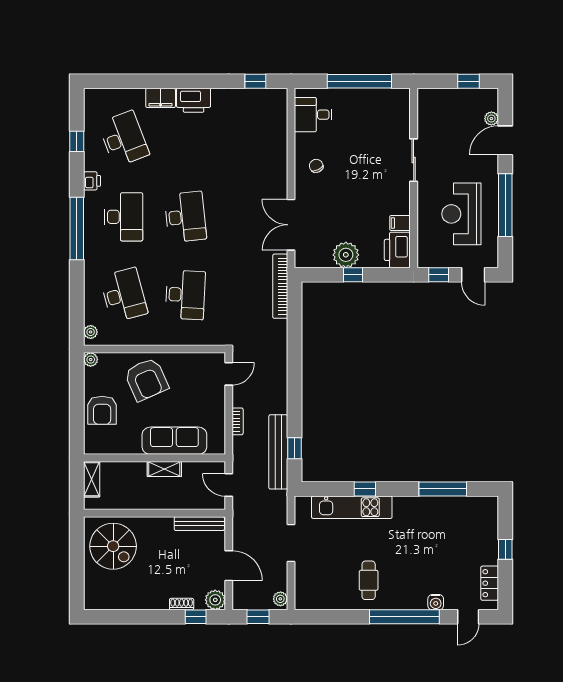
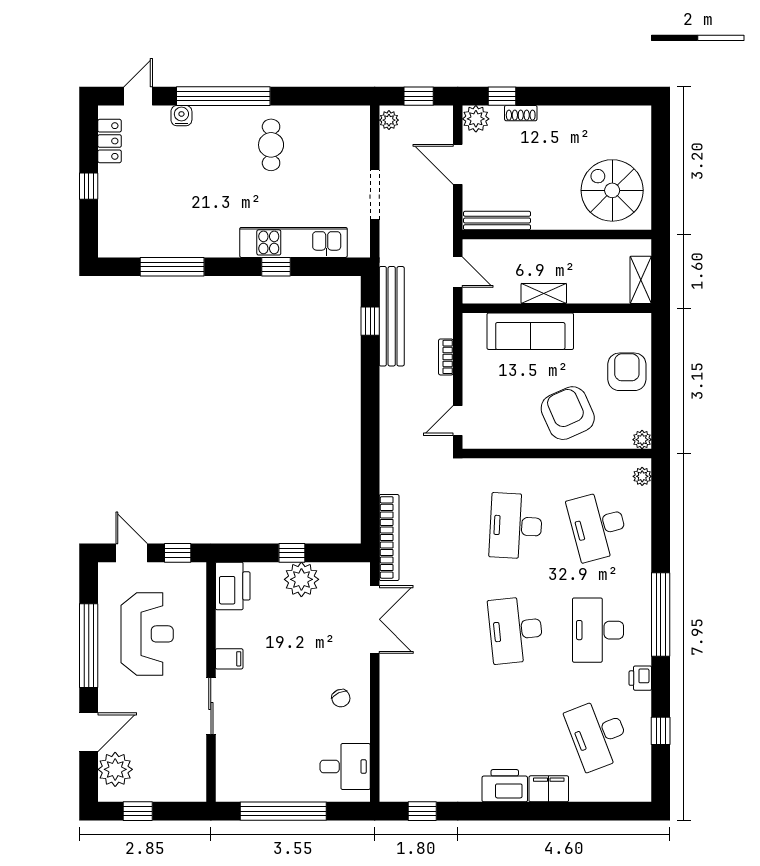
plant: (491, 119) -> (115, 769), width x1.88, depth x1.88
filing cabinet: (400, 223) -> (229, 659), moved

